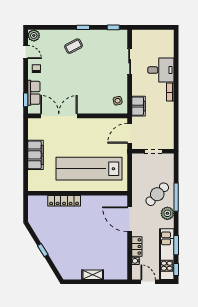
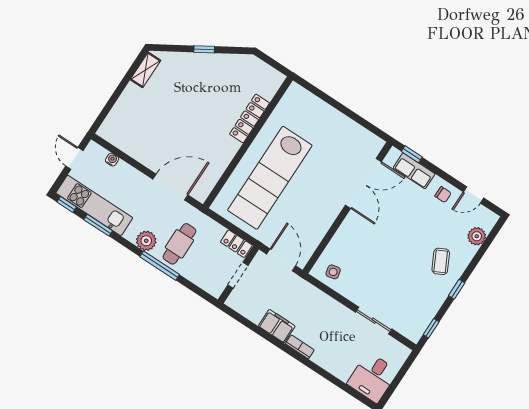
plant: (34, 35) -> (477, 236), moved
desk: (161, 70) -> (373, 377), moved
filing cabinet: (139, 106) -> (277, 326), moved, turned 180
filing cabinet: (36, 155) -> (333, 121), removed
lab bench: (89, 169) -> (270, 178), turned 180
cafe table: (157, 194) -> (179, 244), turned 46
locker: (137, 246) -> (236, 244), moved
shelving: (93, 275) -> (145, 70), moved
door: (148, 282) -> (74, 158), swing flipped

